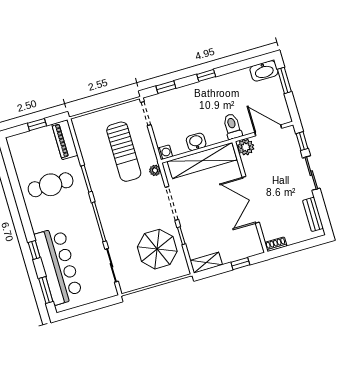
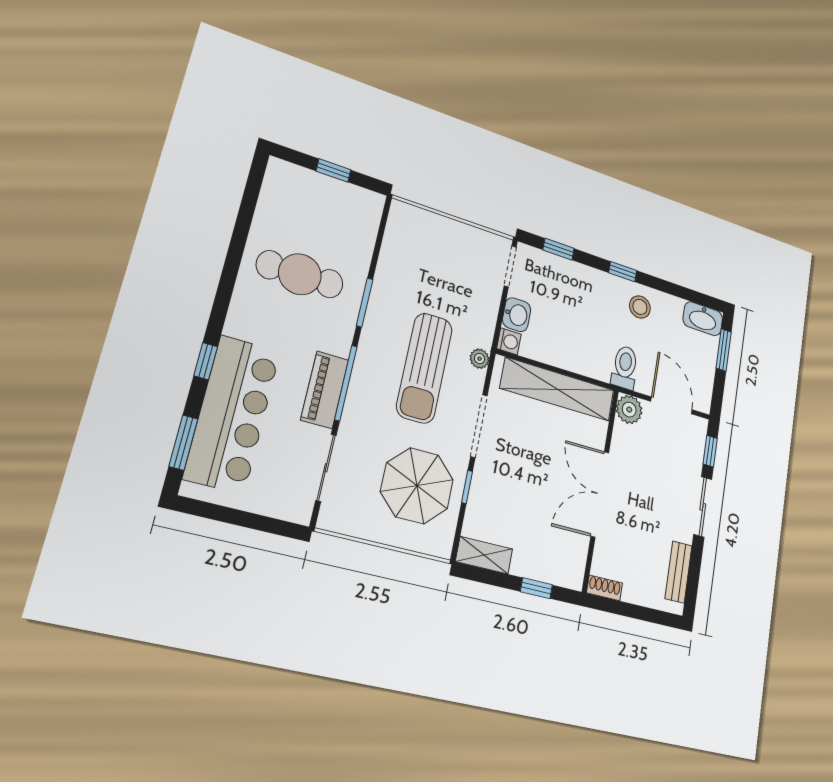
stool: (225, 88) -> (640, 307), added
piano: (65, 140) -> (325, 390), moved
washbasin: (196, 142) -> (517, 315), moved, turned 90
sun lounger: (124, 152) -> (425, 368), moved

